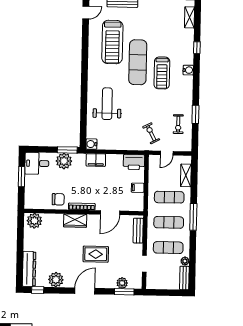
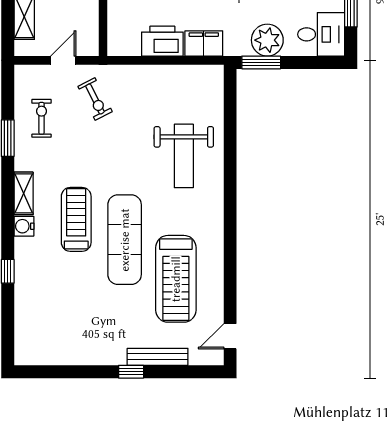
shelving: (190, 17) -> (24, 193), moved
treadmill: (112, 42) -> (176, 279), turned 180
water cooler: (91, 144) -> (213, 75), removed
printer: (134, 162) -> (162, 41), moved

